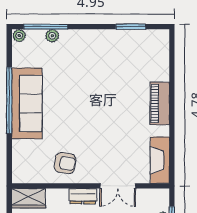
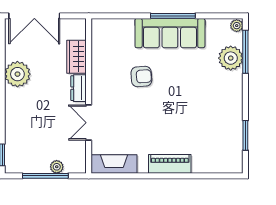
plant: (52, 36) -> (231, 58), width x1.88, depth x1.88
window: (9, 100) -> (173, 16), width x0.68
armchair: (65, 163) -> (141, 76), moved, turned -103
wardrobe: (29, 198) -> (77, 57), moved

